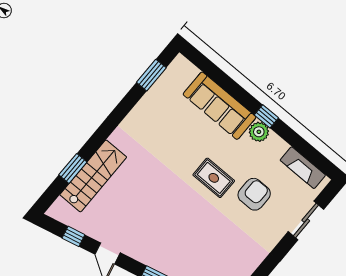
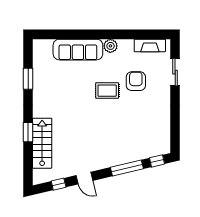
window: (151, 75) -> (28, 79), moved
window: (266, 116) -> (108, 34), removed
window: (73, 168) -> (28, 132), moved

